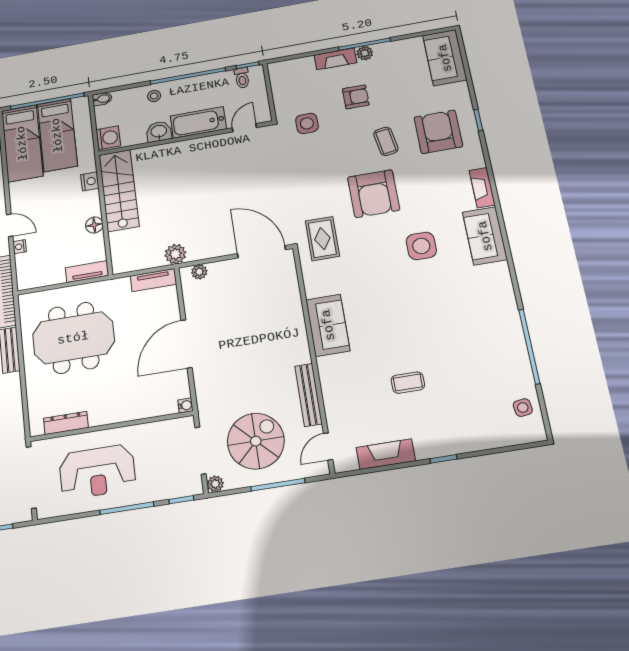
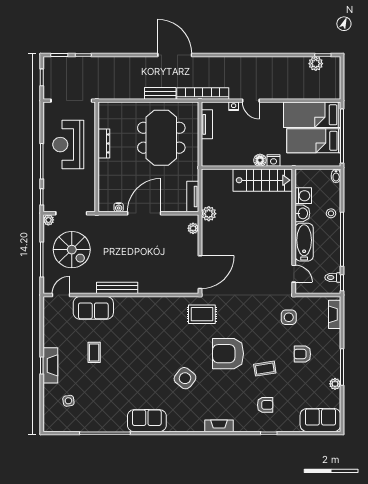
plant: (365, 53) -> (335, 384), moved
fireplace: (335, 59) -> (335, 314), moved
armchair: (356, 97) -> (302, 354), turned 90
armchair: (438, 132) -> (265, 405), width x0.53, depth x0.53
washing machine: (108, 138) -> (303, 196), moved, turned -90
door: (10, 225) -> (251, 101), hinge flipped
floor lamp: (94, 225) -> (260, 160), moved
sofa: (485, 236) -> (147, 421), moved
side table: (421, 246) -> (185, 378), turned 38
tv unit: (87, 272) -> (207, 124), moved
sofa: (328, 325) -> (93, 308), moved
door: (186, 344) -> (144, 213), hinge flipped
bench: (308, 395) -> (117, 288), moved
water cooler: (185, 405) -> (119, 207), moved
side table: (523, 408) -> (68, 401), moved
dresser: (66, 423) -> (104, 143), moved
door: (328, 446) -> (61, 295), hinge flipped
fireplace: (386, 454) -> (50, 365), moved

